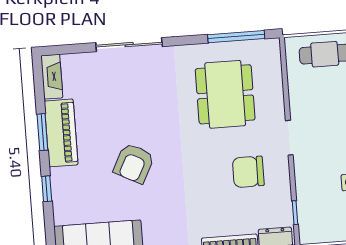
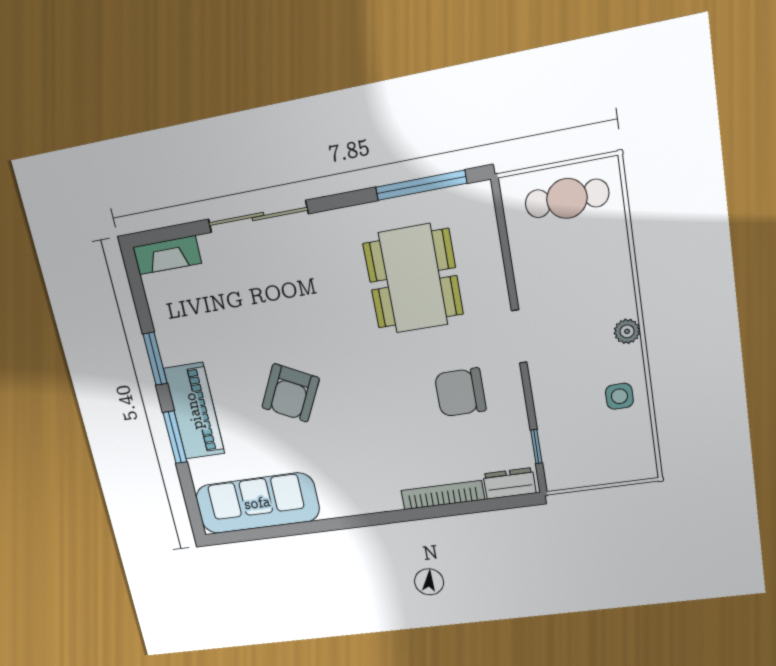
fireplace: (52, 77) -> (167, 255), moved, turned 90
piano: (61, 133) -> (194, 411), moved
window: (47, 189) -> (175, 437), width x1.50

